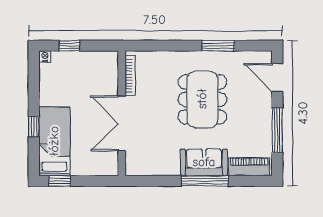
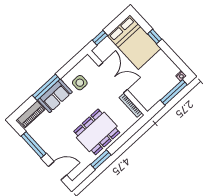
window: (70, 46) -> (174, 92), width x2.17
dining table: (202, 99) -> (97, 132), moved, turned 90
bed: (54, 141) -> (134, 42), width x1.50
side table: (163, 152) -> (80, 83), added
window: (60, 181) -> (100, 38), moved

